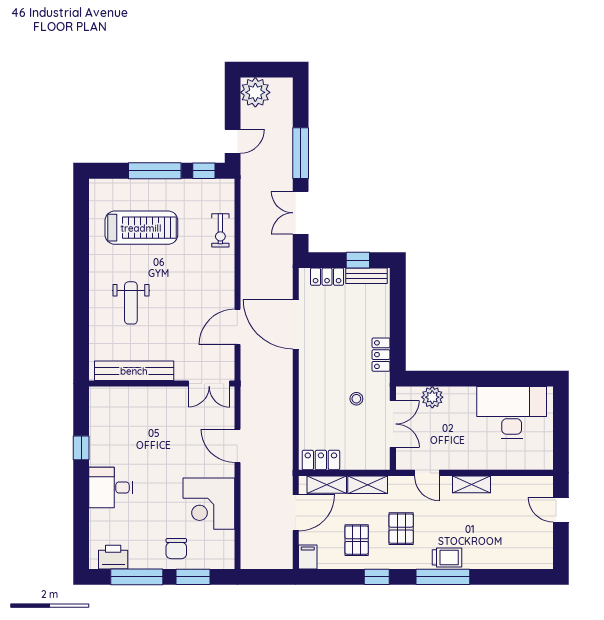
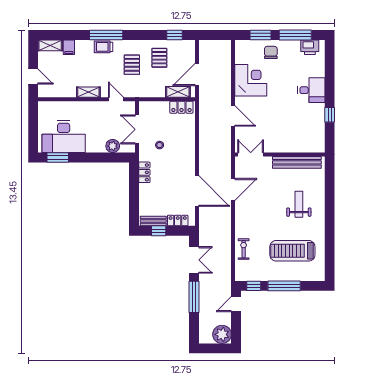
window: (521, 379) -> (58, 157), added
shelving: (368, 485) -> (50, 45), moved
filing cabinet: (308, 557) -> (69, 47), moved
window: (377, 577) -> (175, 35), moved

